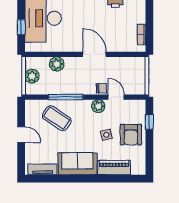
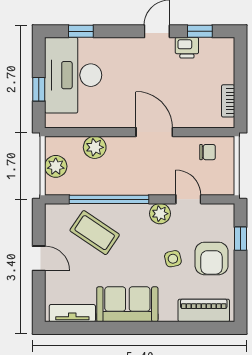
chair: (101, 88) -> (207, 152), moved
window: (66, 97) -> (109, 199), width x1.46
piano: (114, 168) -> (204, 310), moved

